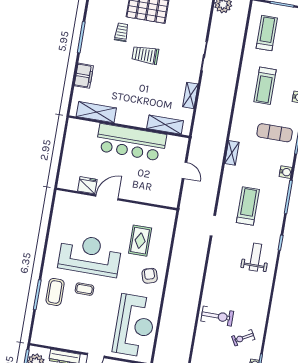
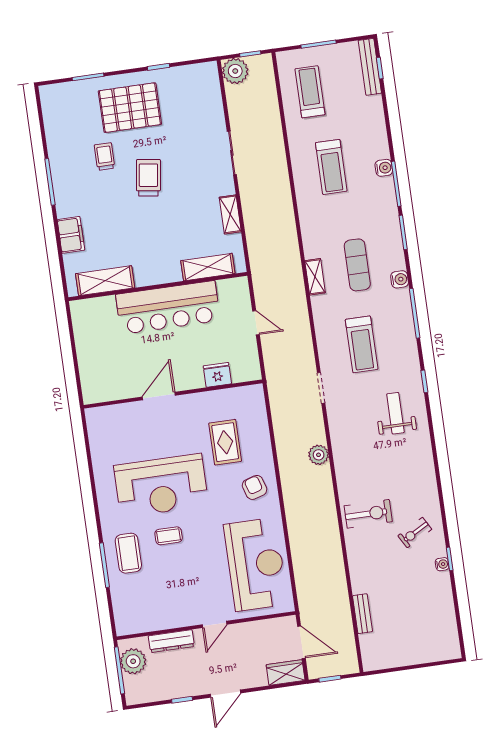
trolley: (145, 55) -> (148, 178), turned 98
exercise mat: (275, 133) -> (357, 265), moved, turned 90
fridge: (87, 185) -> (217, 375), moved
treadmill: (248, 206) -> (362, 344), turned 180
reception desk: (90, 255) -> (161, 486), turned 180
plant: (197, 268) -> (319, 455), added

